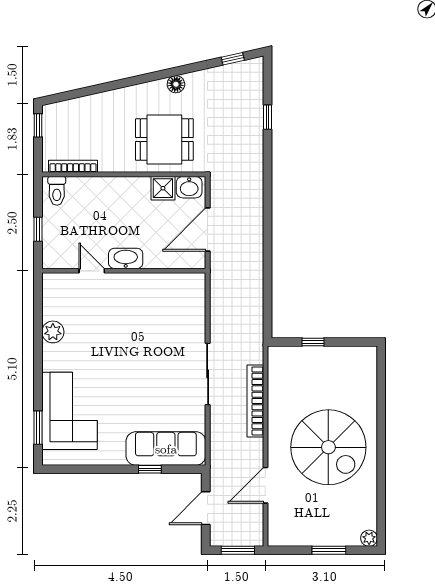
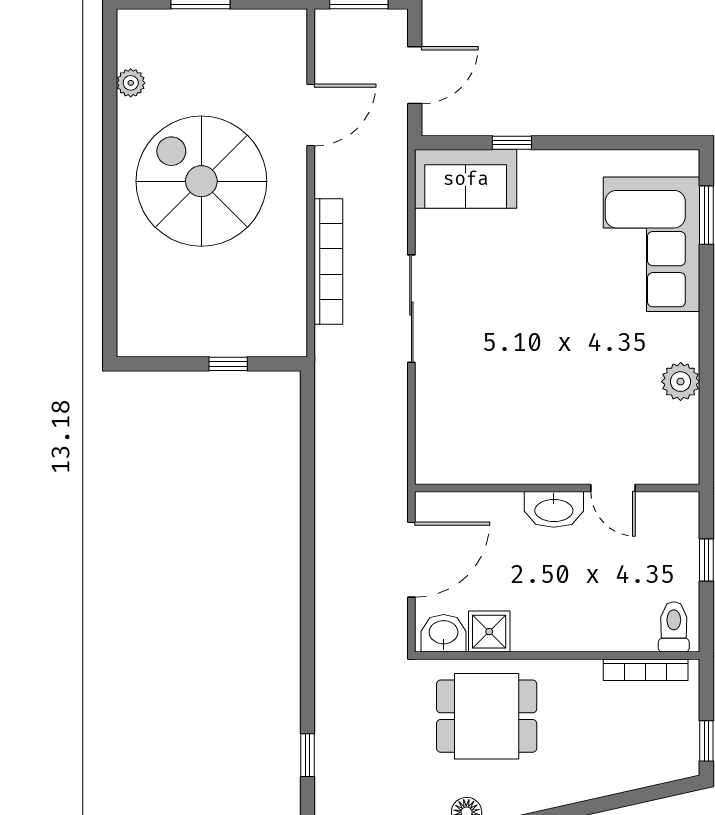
sofa: (166, 449) -> (466, 179), width x0.73
plant: (369, 538) -> (131, 83), moved

